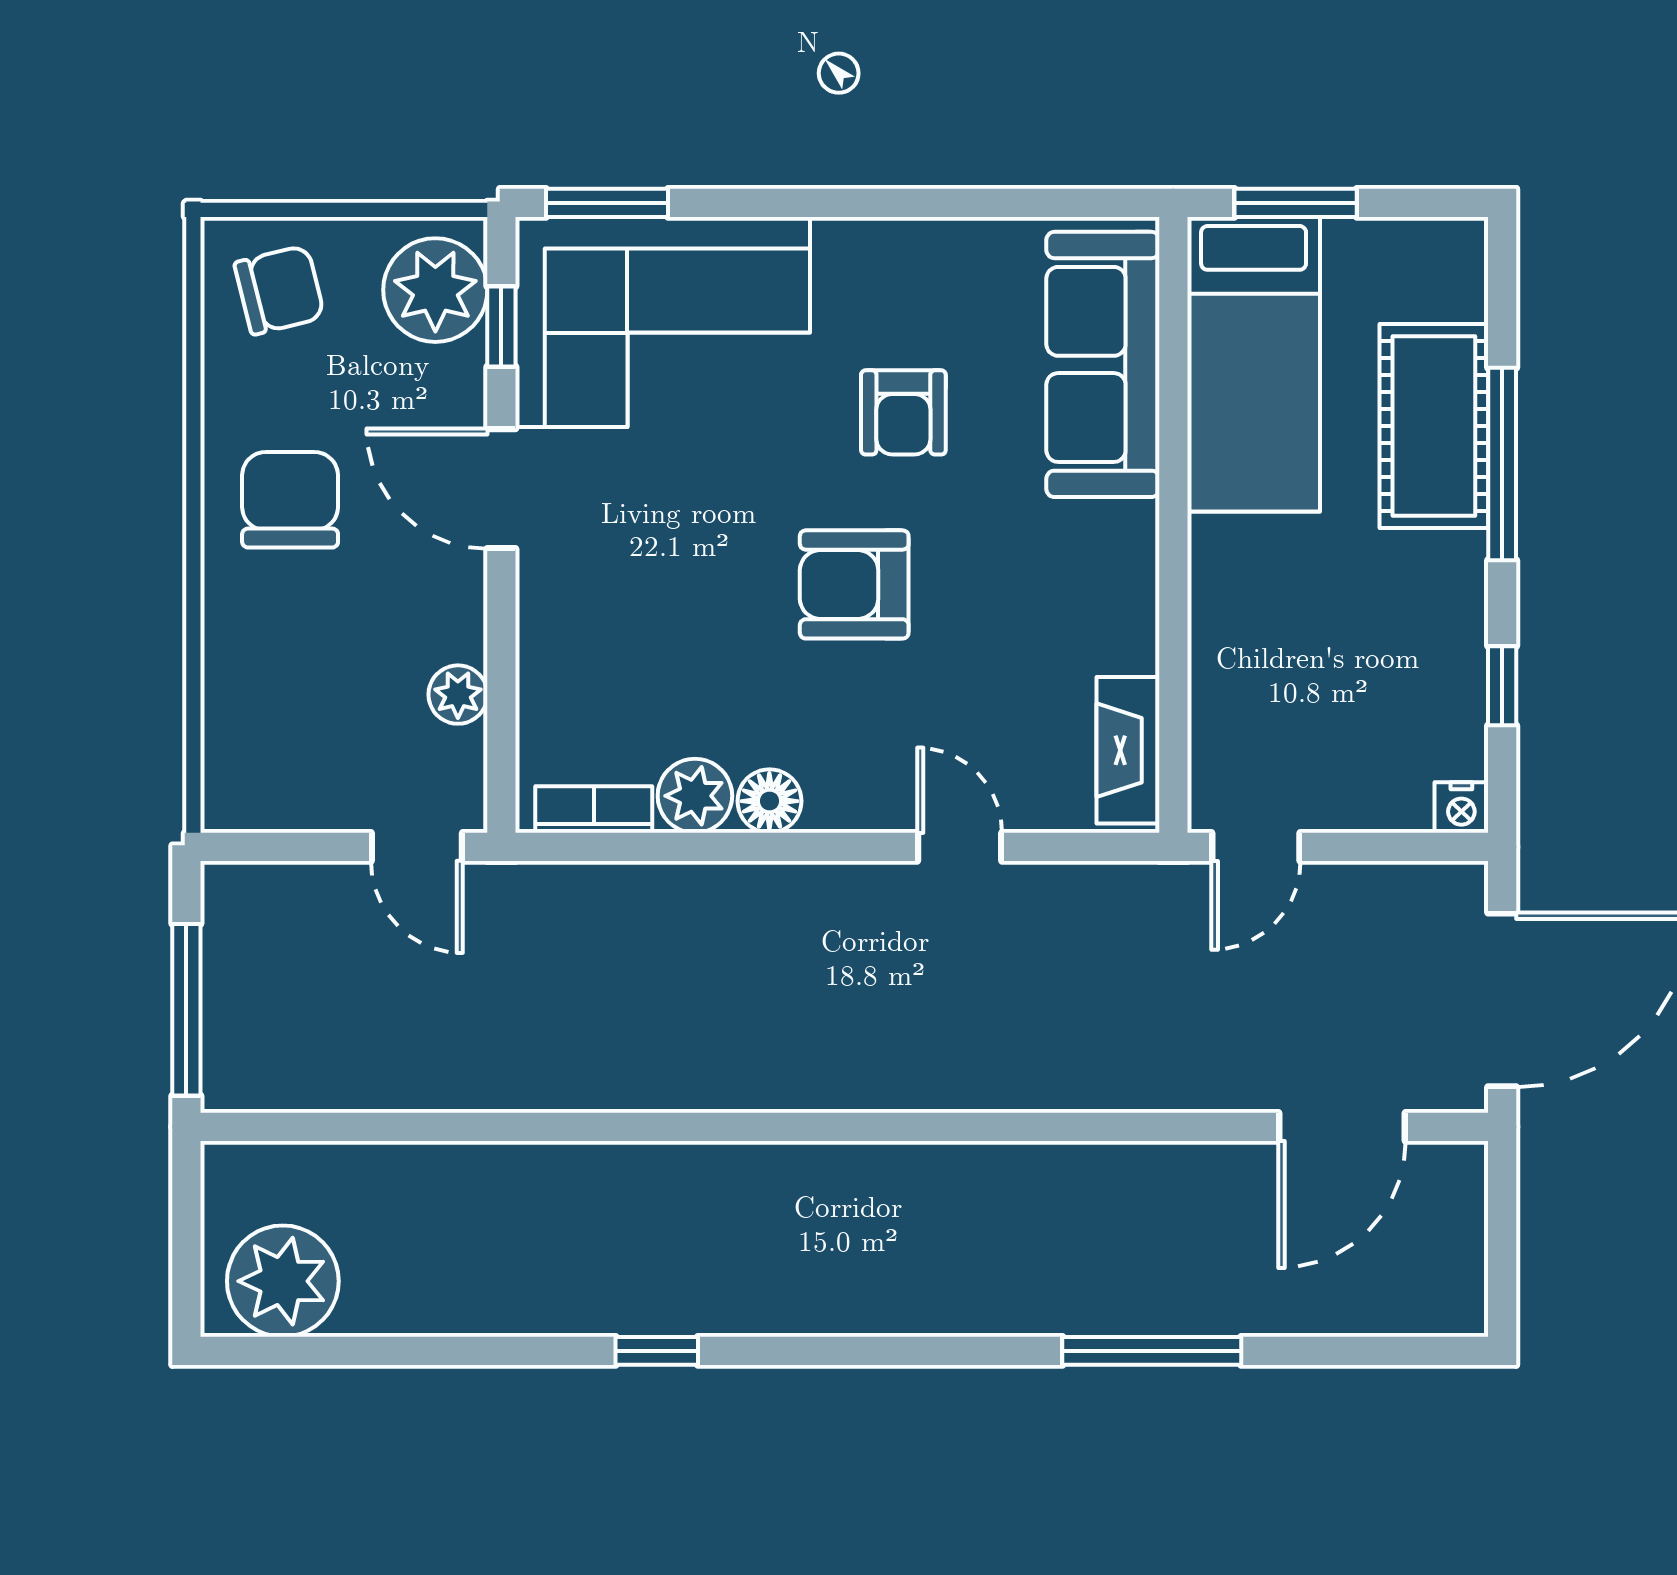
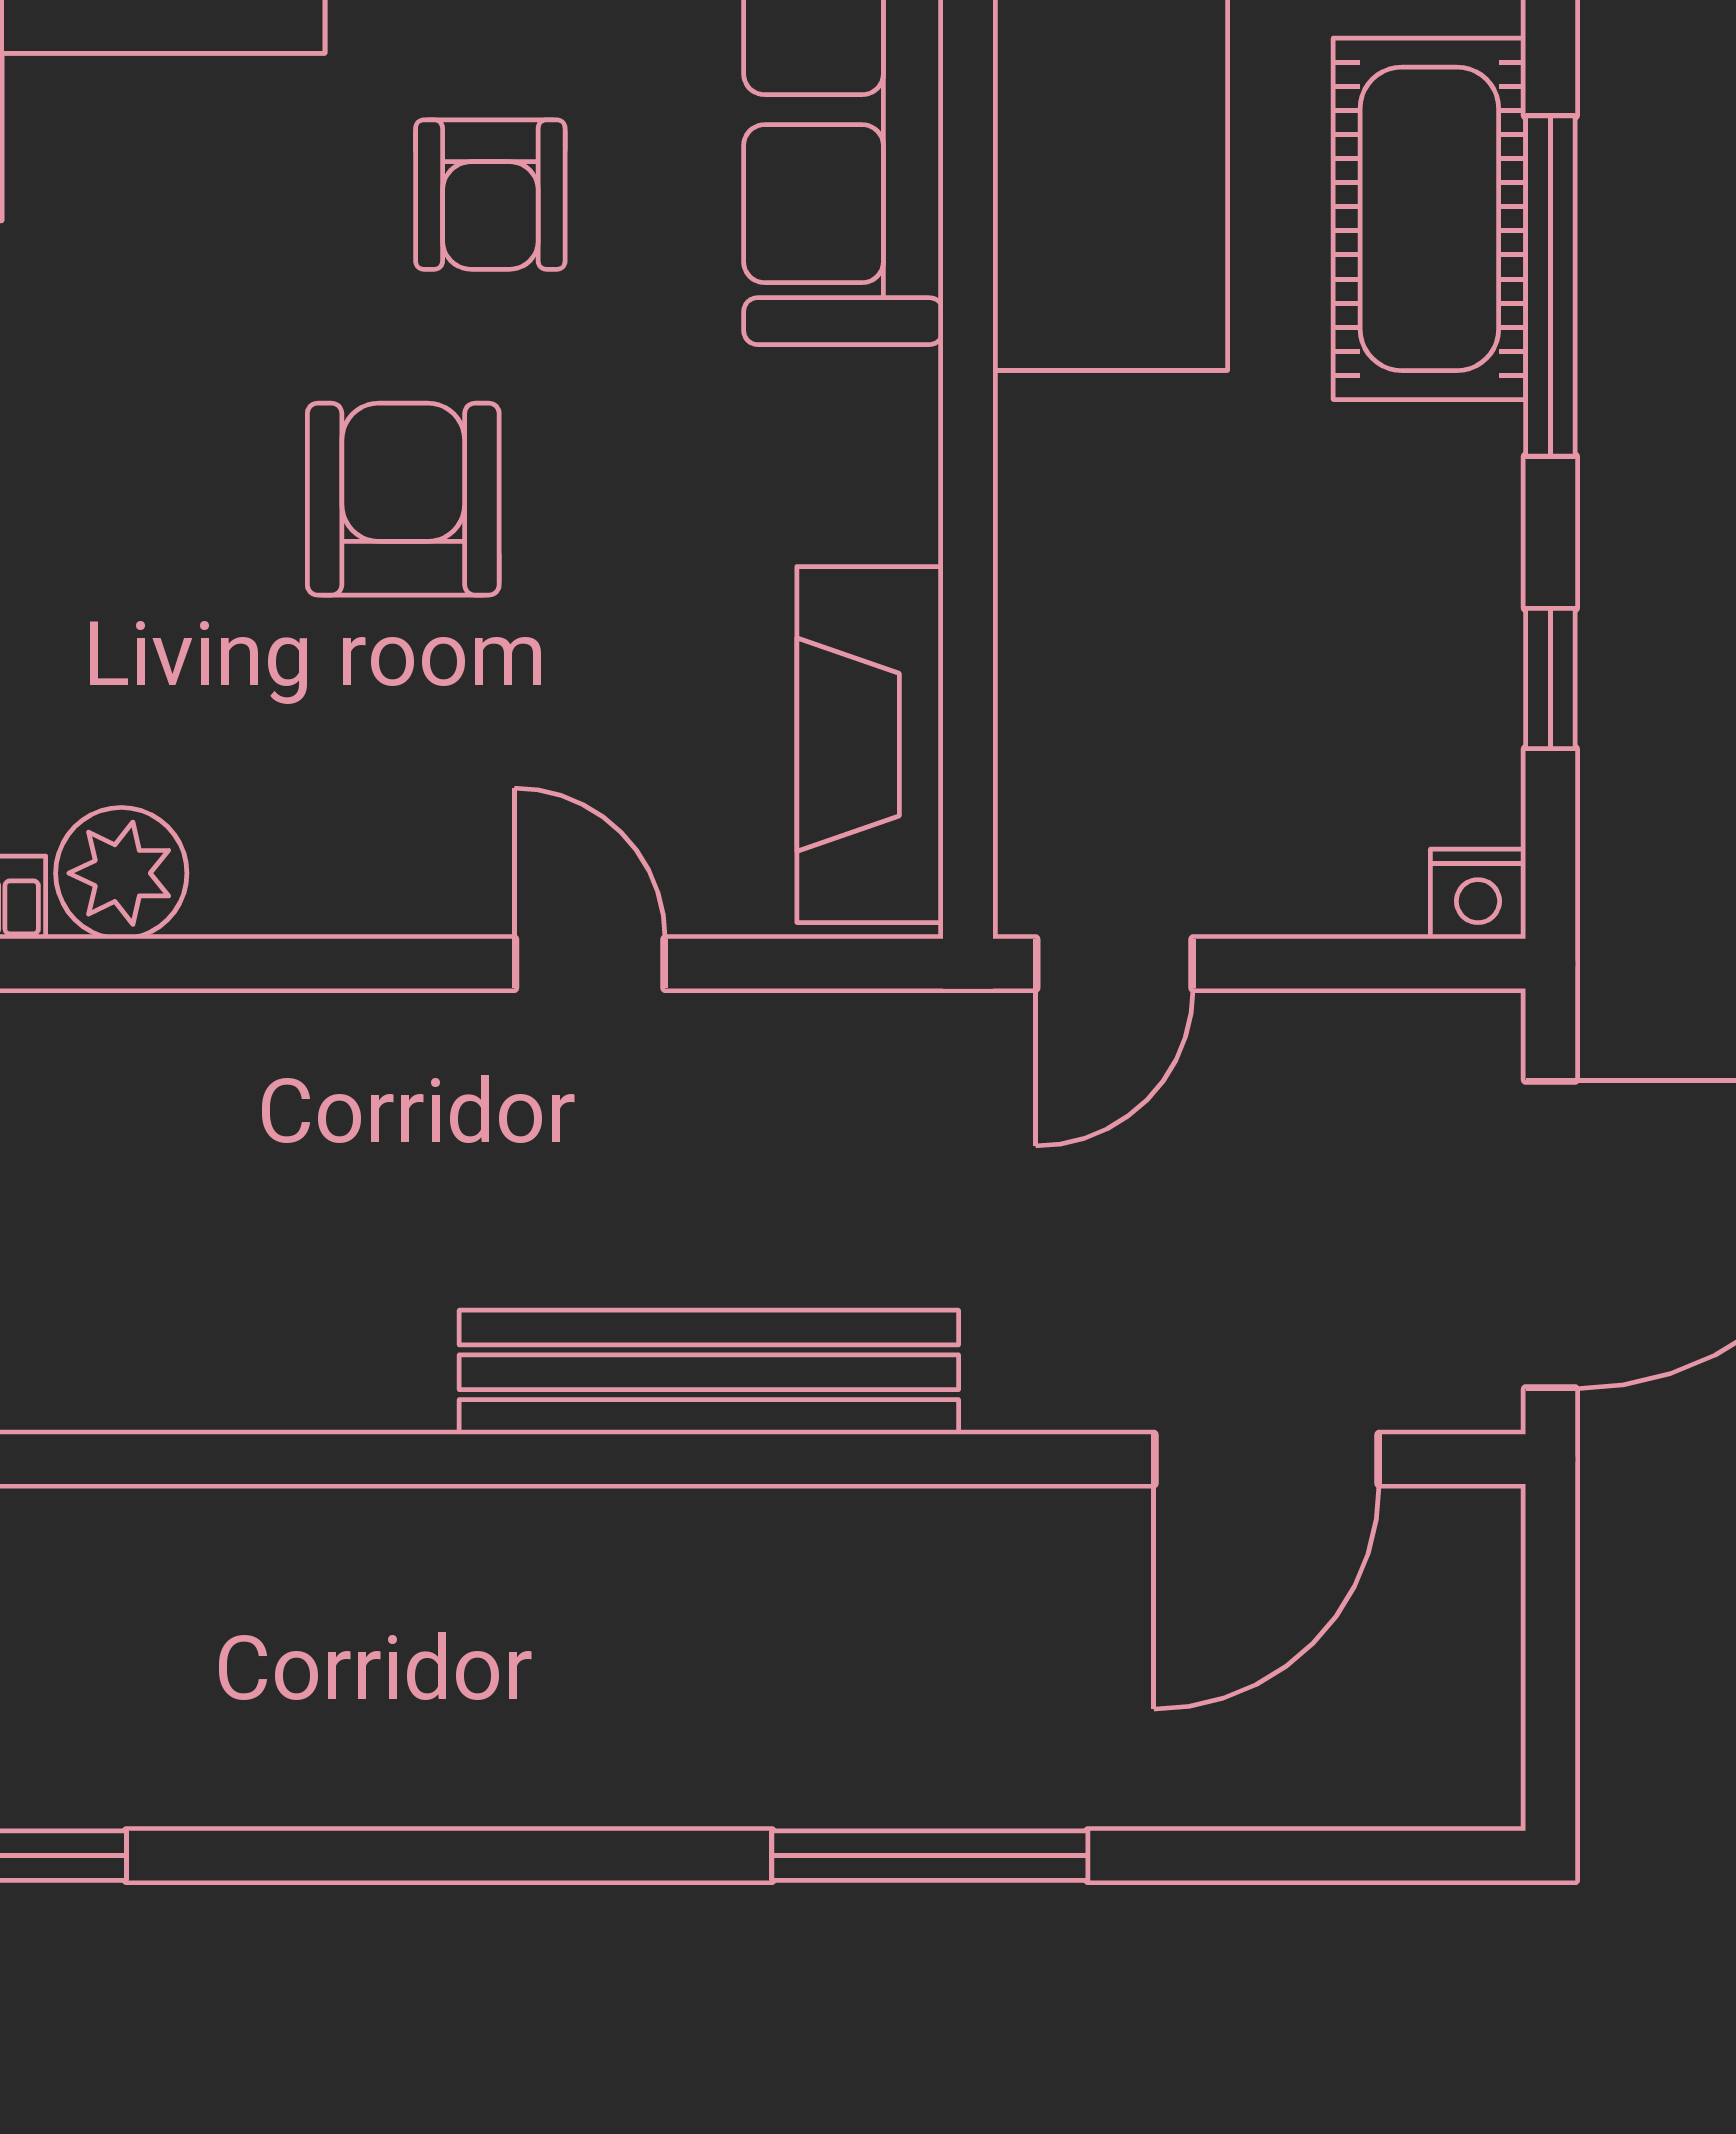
armchair: (854, 584) -> (403, 499), turned 90
fireplace: (1128, 750) -> (870, 745), width x1.37, depth x1.32
floor lamp: (769, 801) -> (253, 882), removed
bench: (1027, 1078) -> (709, 1372), added

